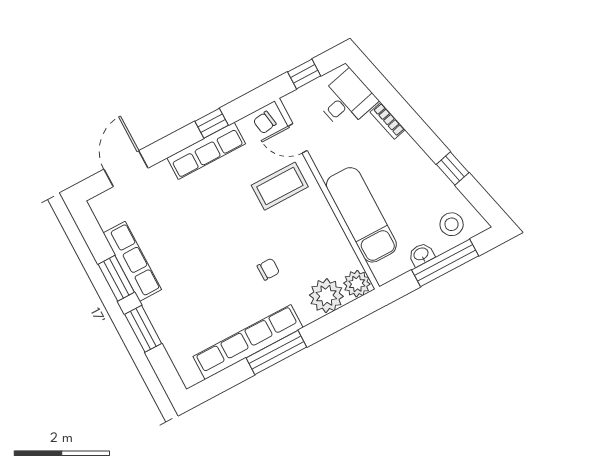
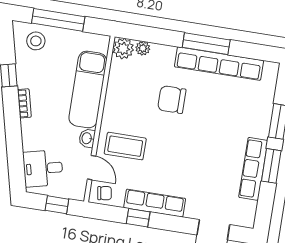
bookcase: (388, 121) -> (24, 103), moved
washbasin: (421, 254) -> (87, 138), moved, turned 90
chair: (268, 269) -> (172, 100), width x1.87, depth x1.87
plant: (326, 296) -> (143, 48), width x0.53, depth x0.53

